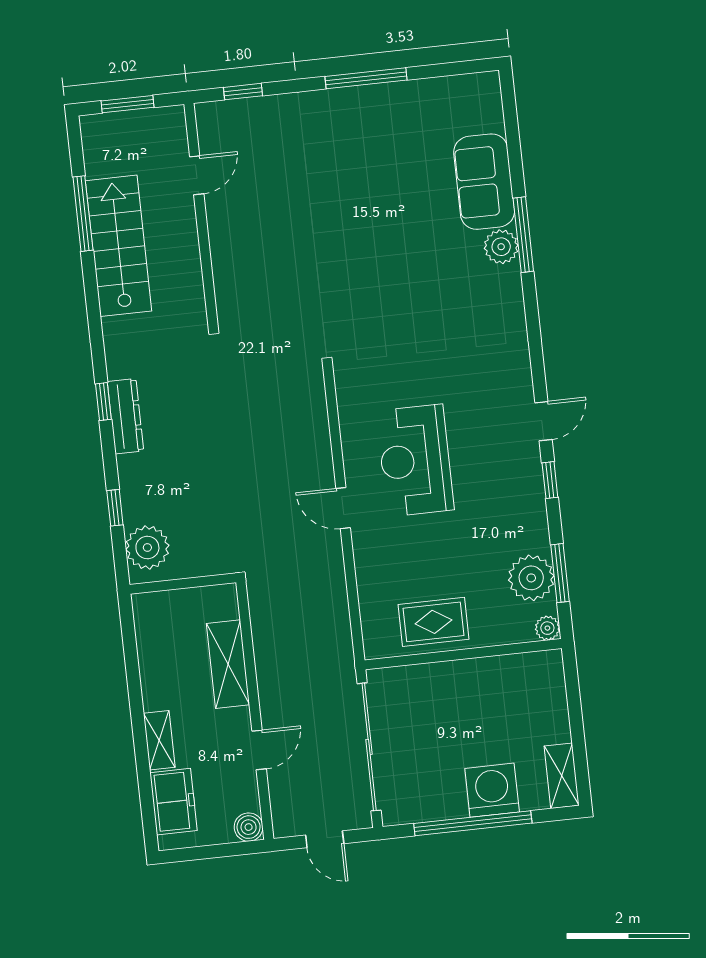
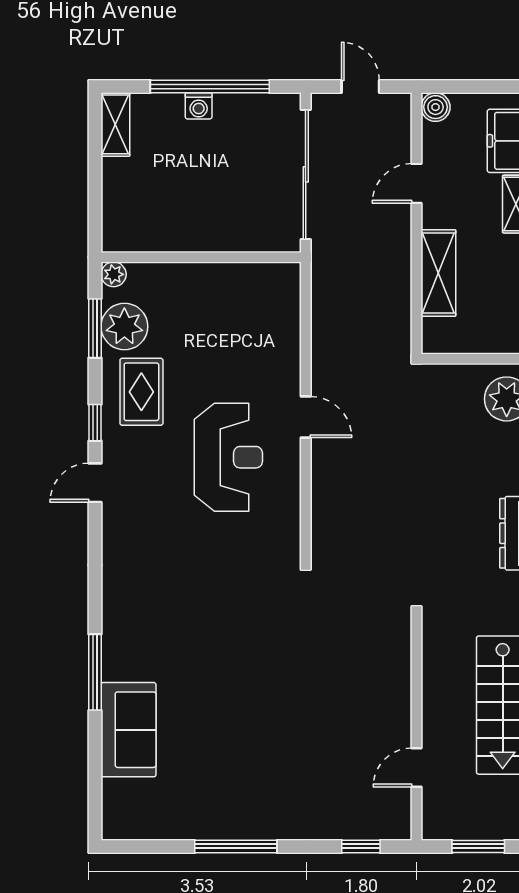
plant: (501, 247) -> (118, 662), removed
rug: (433, 622) -> (141, 392), moved, turned 90
washing machine: (492, 790) -> (199, 106), width x0.53, depth x0.53

